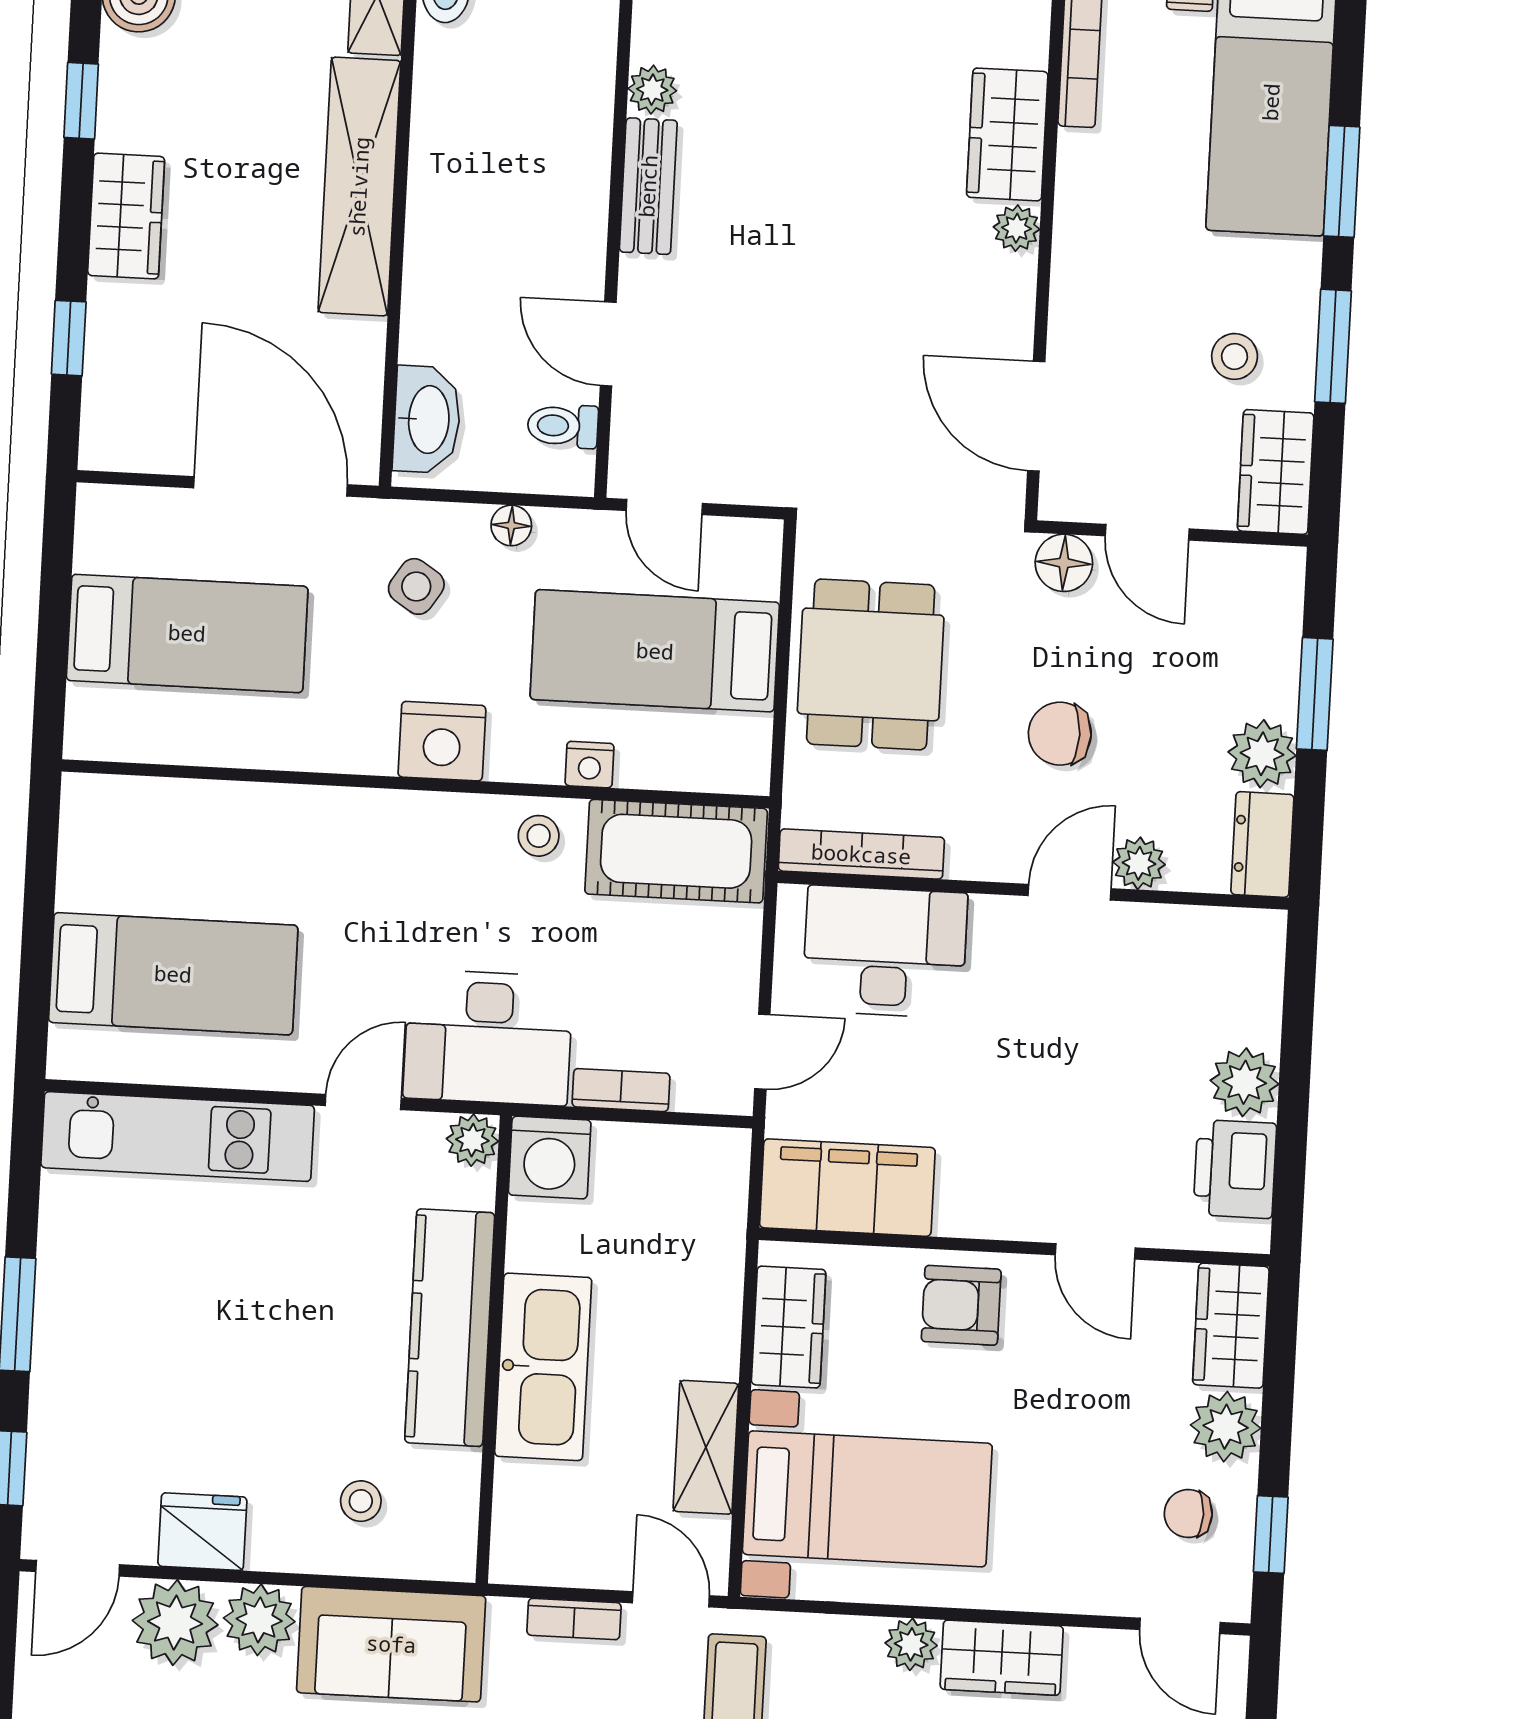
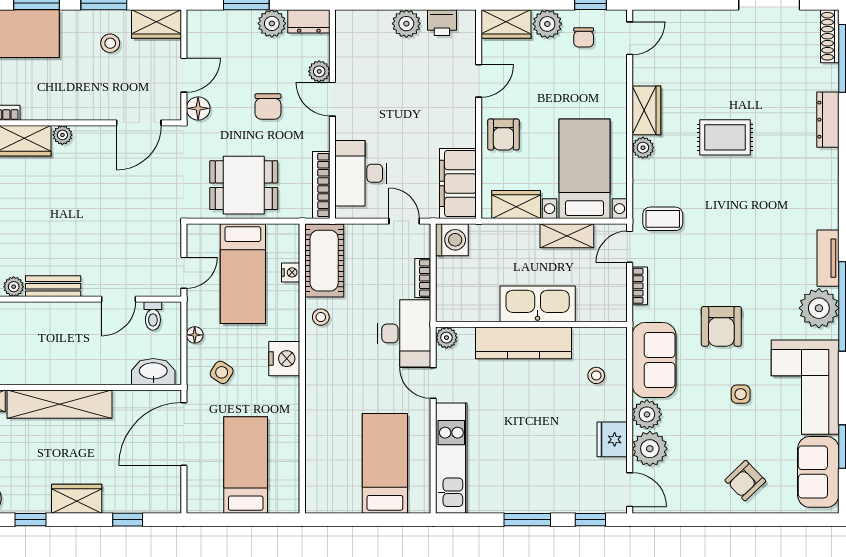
nightstand: (590, 765) -> (291, 272), moved
washing machine: (550, 1157) -> (452, 240), moved
printer: (1235, 1169) -> (442, 23), width x0.73, depth x0.81

